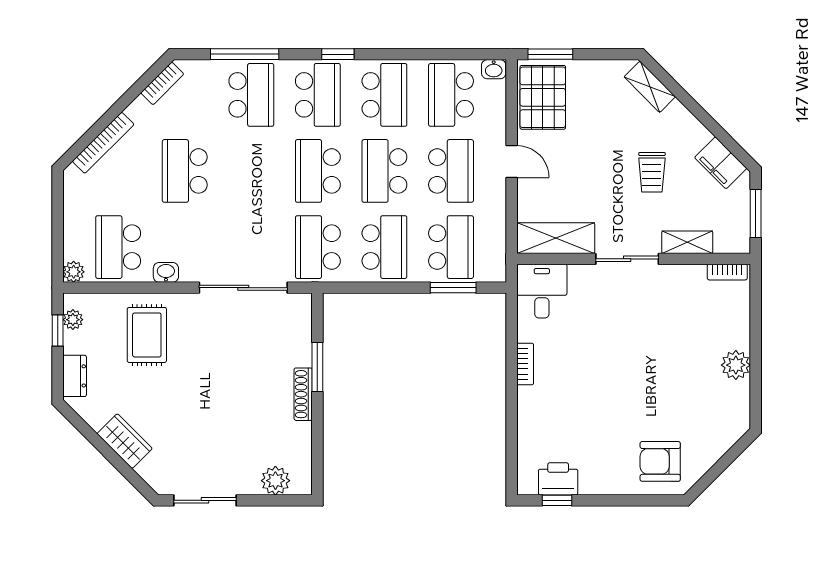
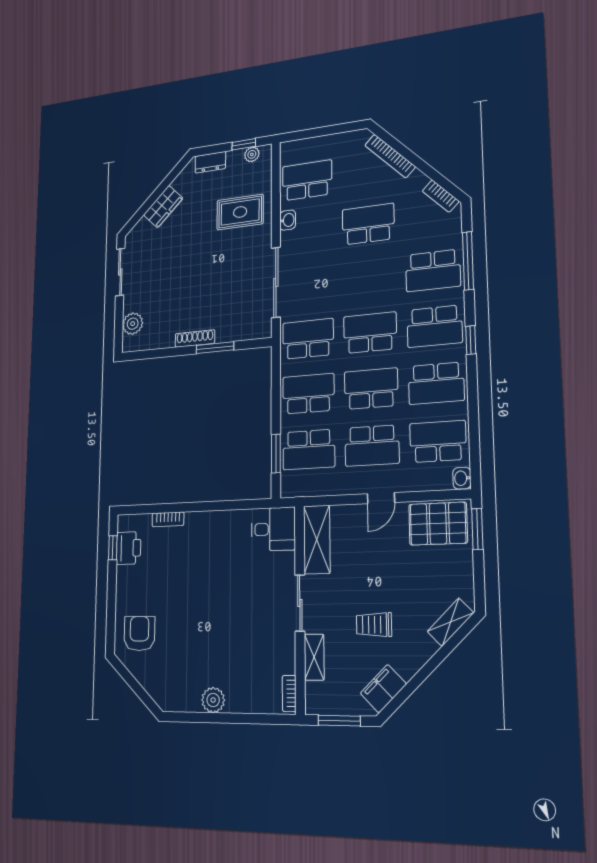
school desk: (384, 247) -> (308, 394), turned 180
plant: (74, 272) -> (288, 149), removed
bookcase: (525, 364) -> (168, 519), moved

